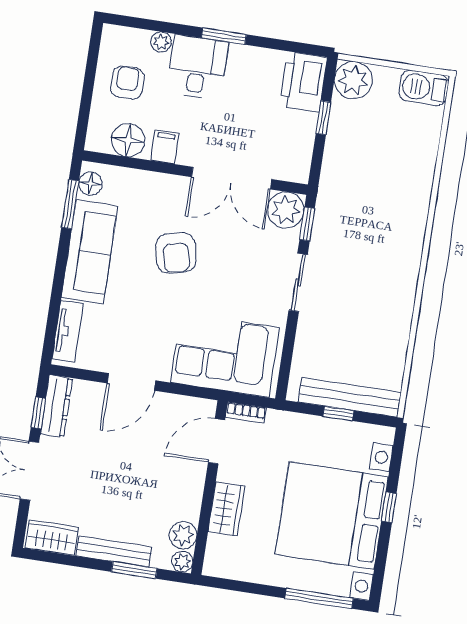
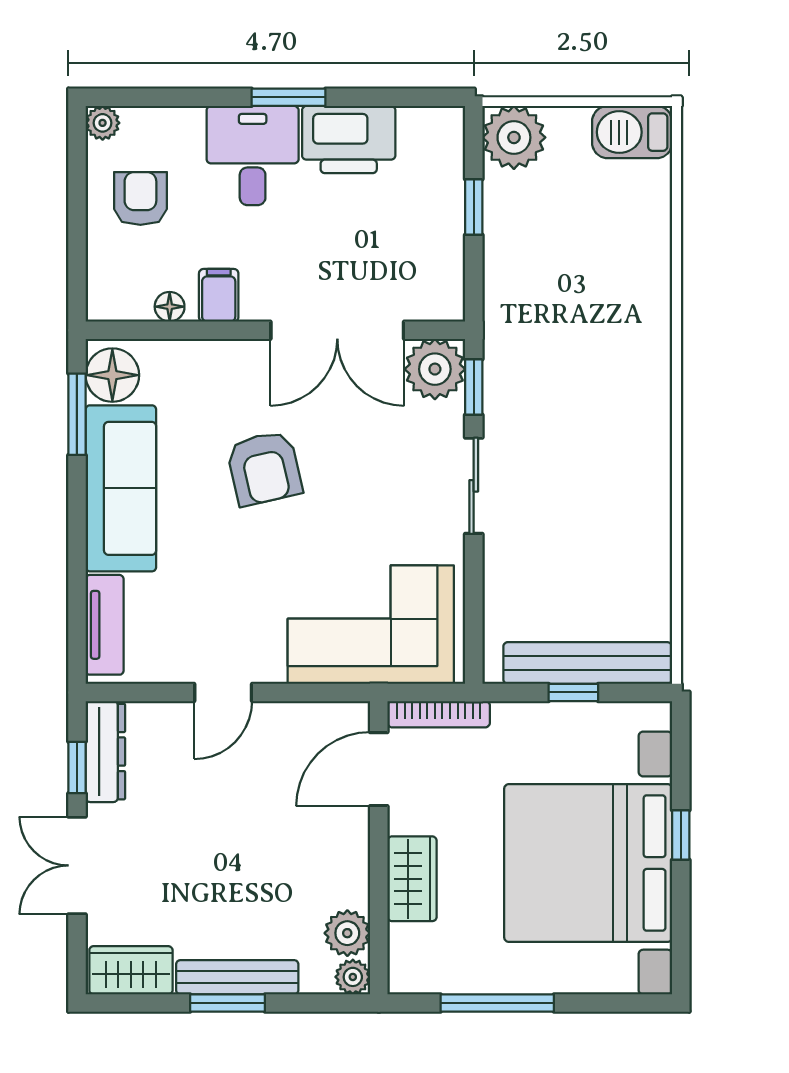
plant: (161, 42) -> (103, 123), moved
printer: (303, 82) -> (349, 140), moved, turned -90
floor lamp: (128, 140) -> (170, 307), width x0.53, depth x0.53
floor lamp: (90, 184) -> (112, 375), width x1.38, depth x1.38
door: (131, 382) -> (223, 692), width x0.73
bookcase: (246, 413) -> (439, 714), width x1.56
window: (134, 570) -> (227, 1003), moved
window: (319, 598) -> (497, 1003), moved

